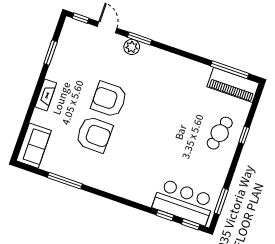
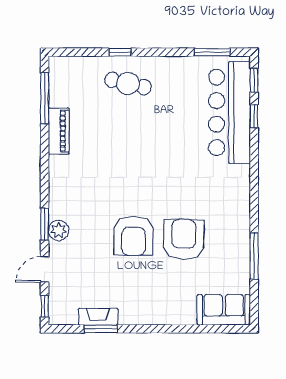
piano: (233, 85) -> (59, 131), moved, width x0.73, depth x0.75
fireplace: (46, 95) -> (98, 317), moved
bar counter: (184, 202) -> (229, 112), width x1.36

